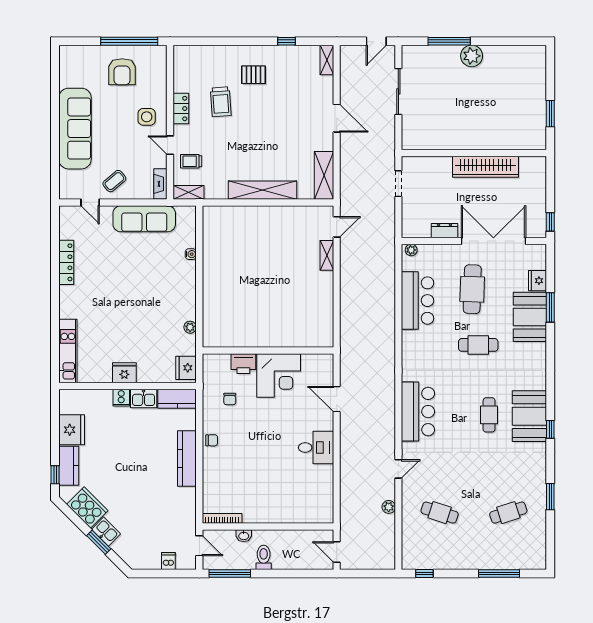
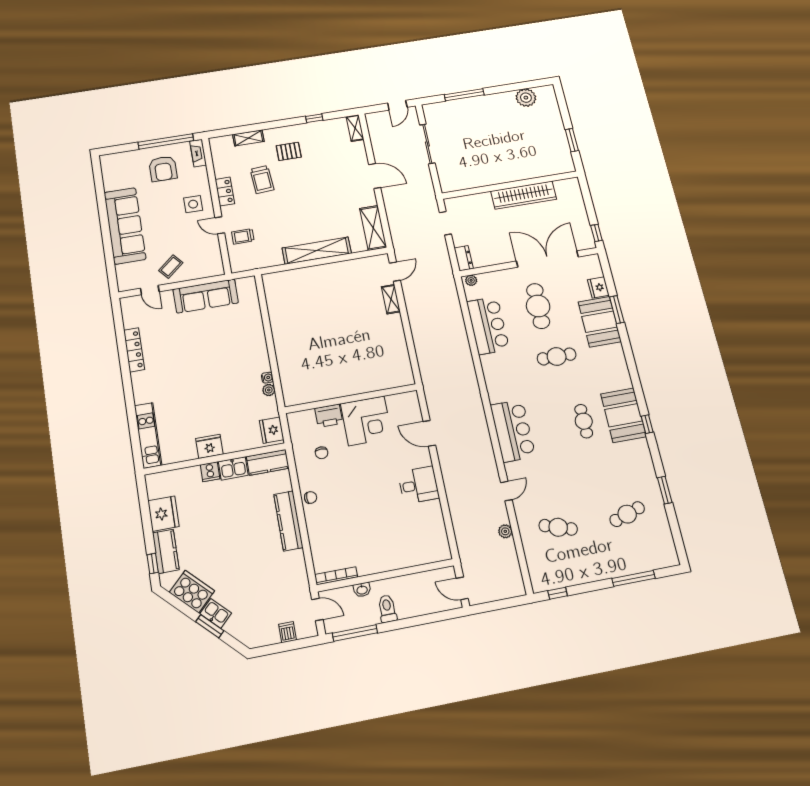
plant: (472, 56) -> (526, 98), moved
fireplace: (160, 184) -> (198, 153), moved
shelving: (189, 192) -> (248, 138), moved
dresser: (444, 231) -> (464, 258), moved, turned 90
water cooler: (191, 254) -> (267, 378), moved

